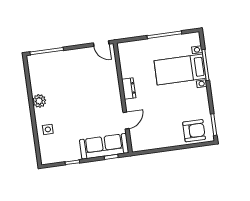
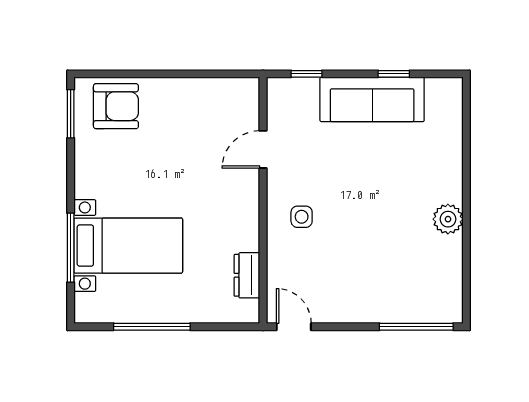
dresser: (129, 88) -> (247, 275), moved
side table: (48, 129) -> (302, 217), moved
armchair: (194, 131) -> (116, 106), turned 180
sofa: (104, 146) -> (372, 99), moved

